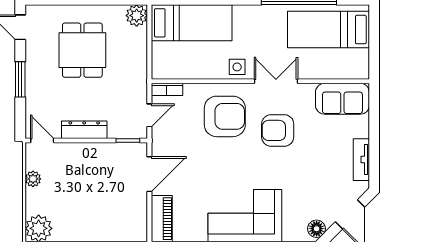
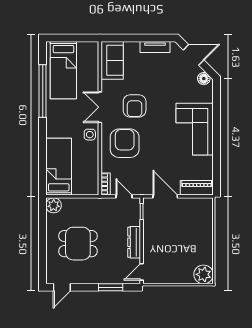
window: (20, 79) -> (111, 287), moved
plant: (33, 179) -> (169, 278), removed

